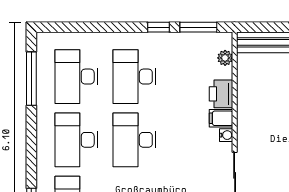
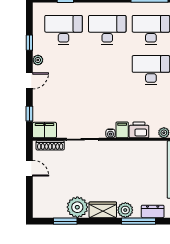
desk: (134, 140) -> (107, 70), removed

